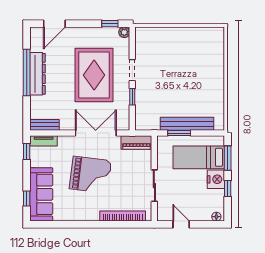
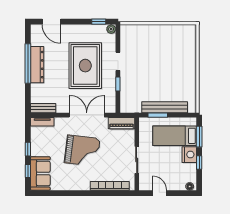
door: (54, 24) -> (51, 22), hinge flipped
window: (27, 151) -> (28, 149), moved
sofa: (41, 194) -> (40, 173), width x0.73

